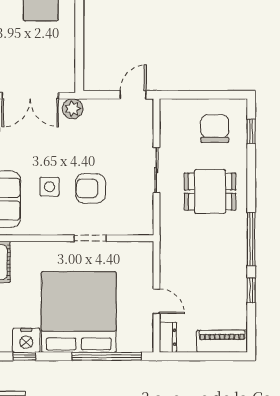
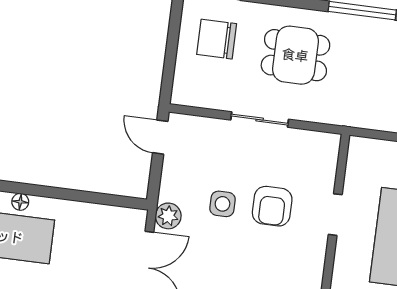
side table: (50, 187) -> (222, 204), moved
dining table: (210, 192) -> (295, 55), turned 90

